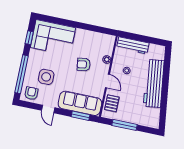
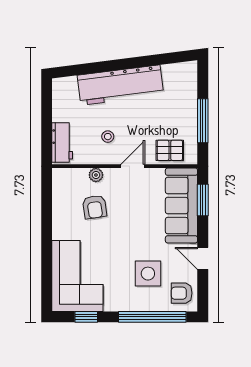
workbench: (133, 45) -> (62, 143), width x0.73
armchair: (84, 64) -> (95, 207), moved
door: (48, 109) -> (203, 258), swing flipped

